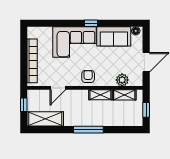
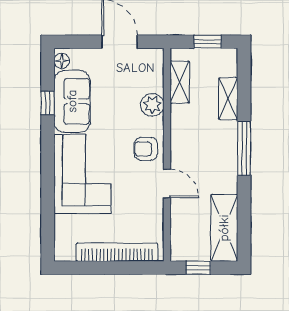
window: (91, 23) -> (48, 103), moved
plant: (122, 80) -> (152, 105), moved
door: (58, 88) -> (167, 183), moved
shelving: (100, 95) -> (228, 99), moved

